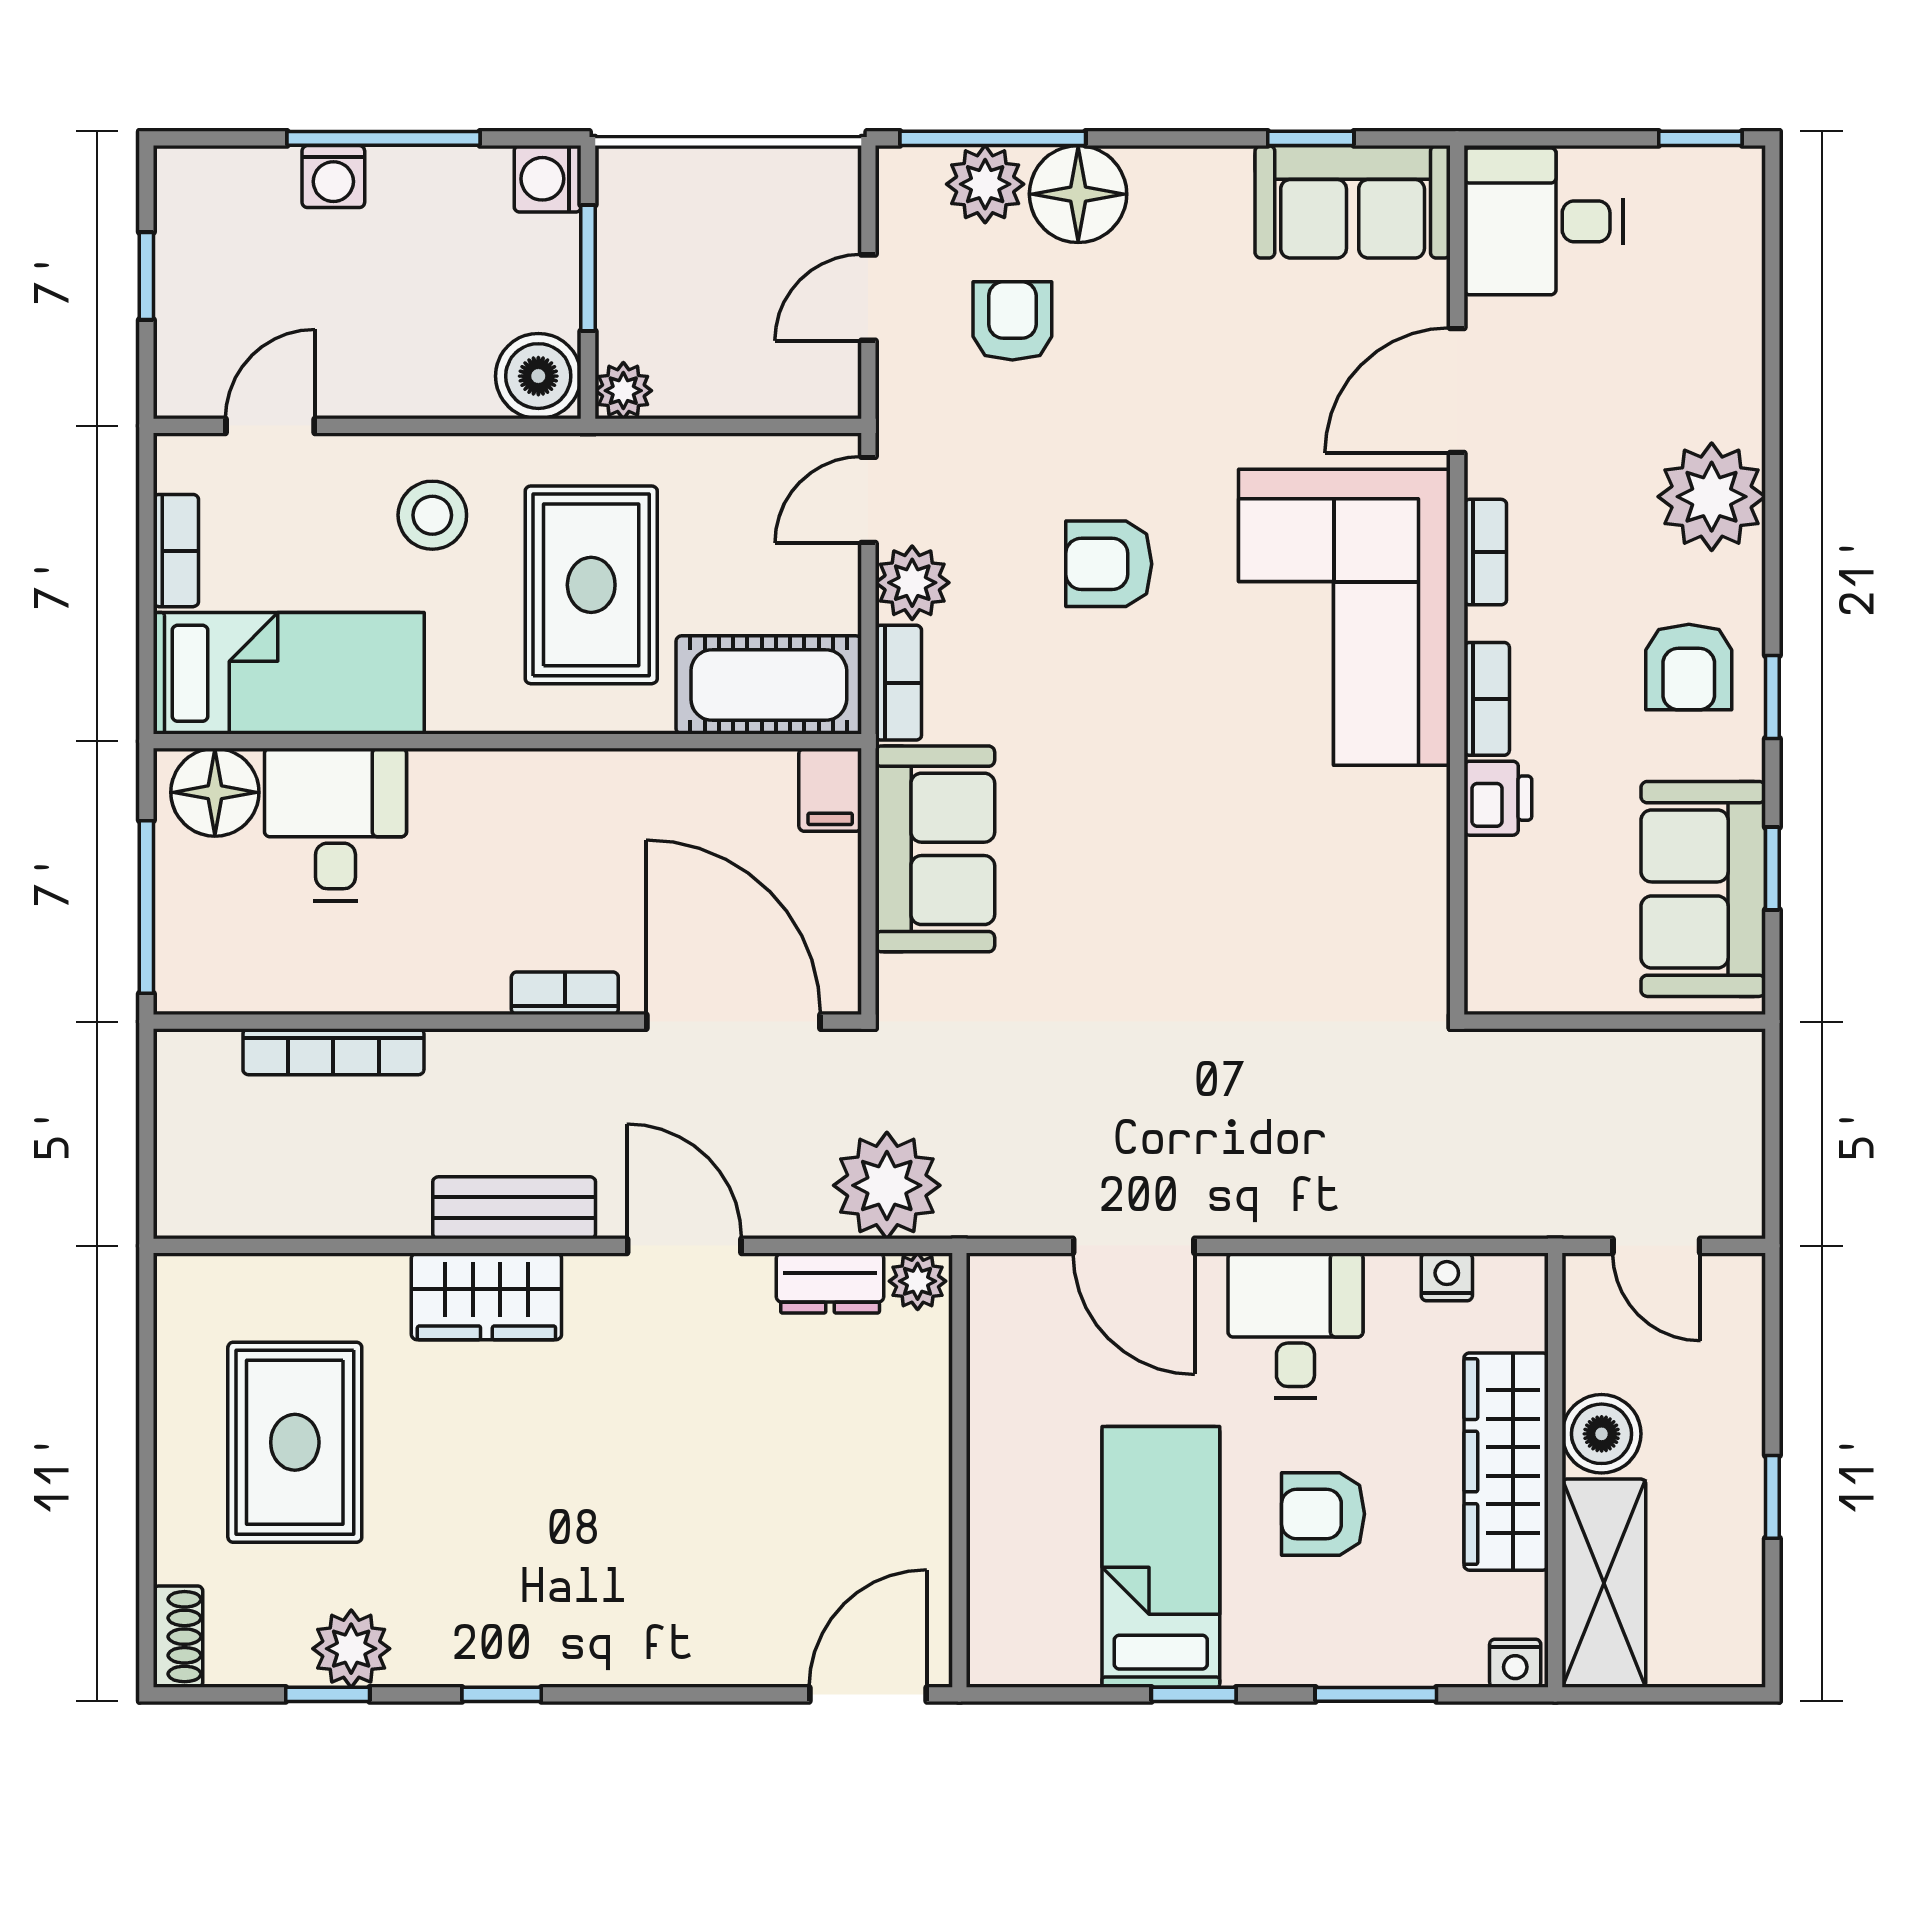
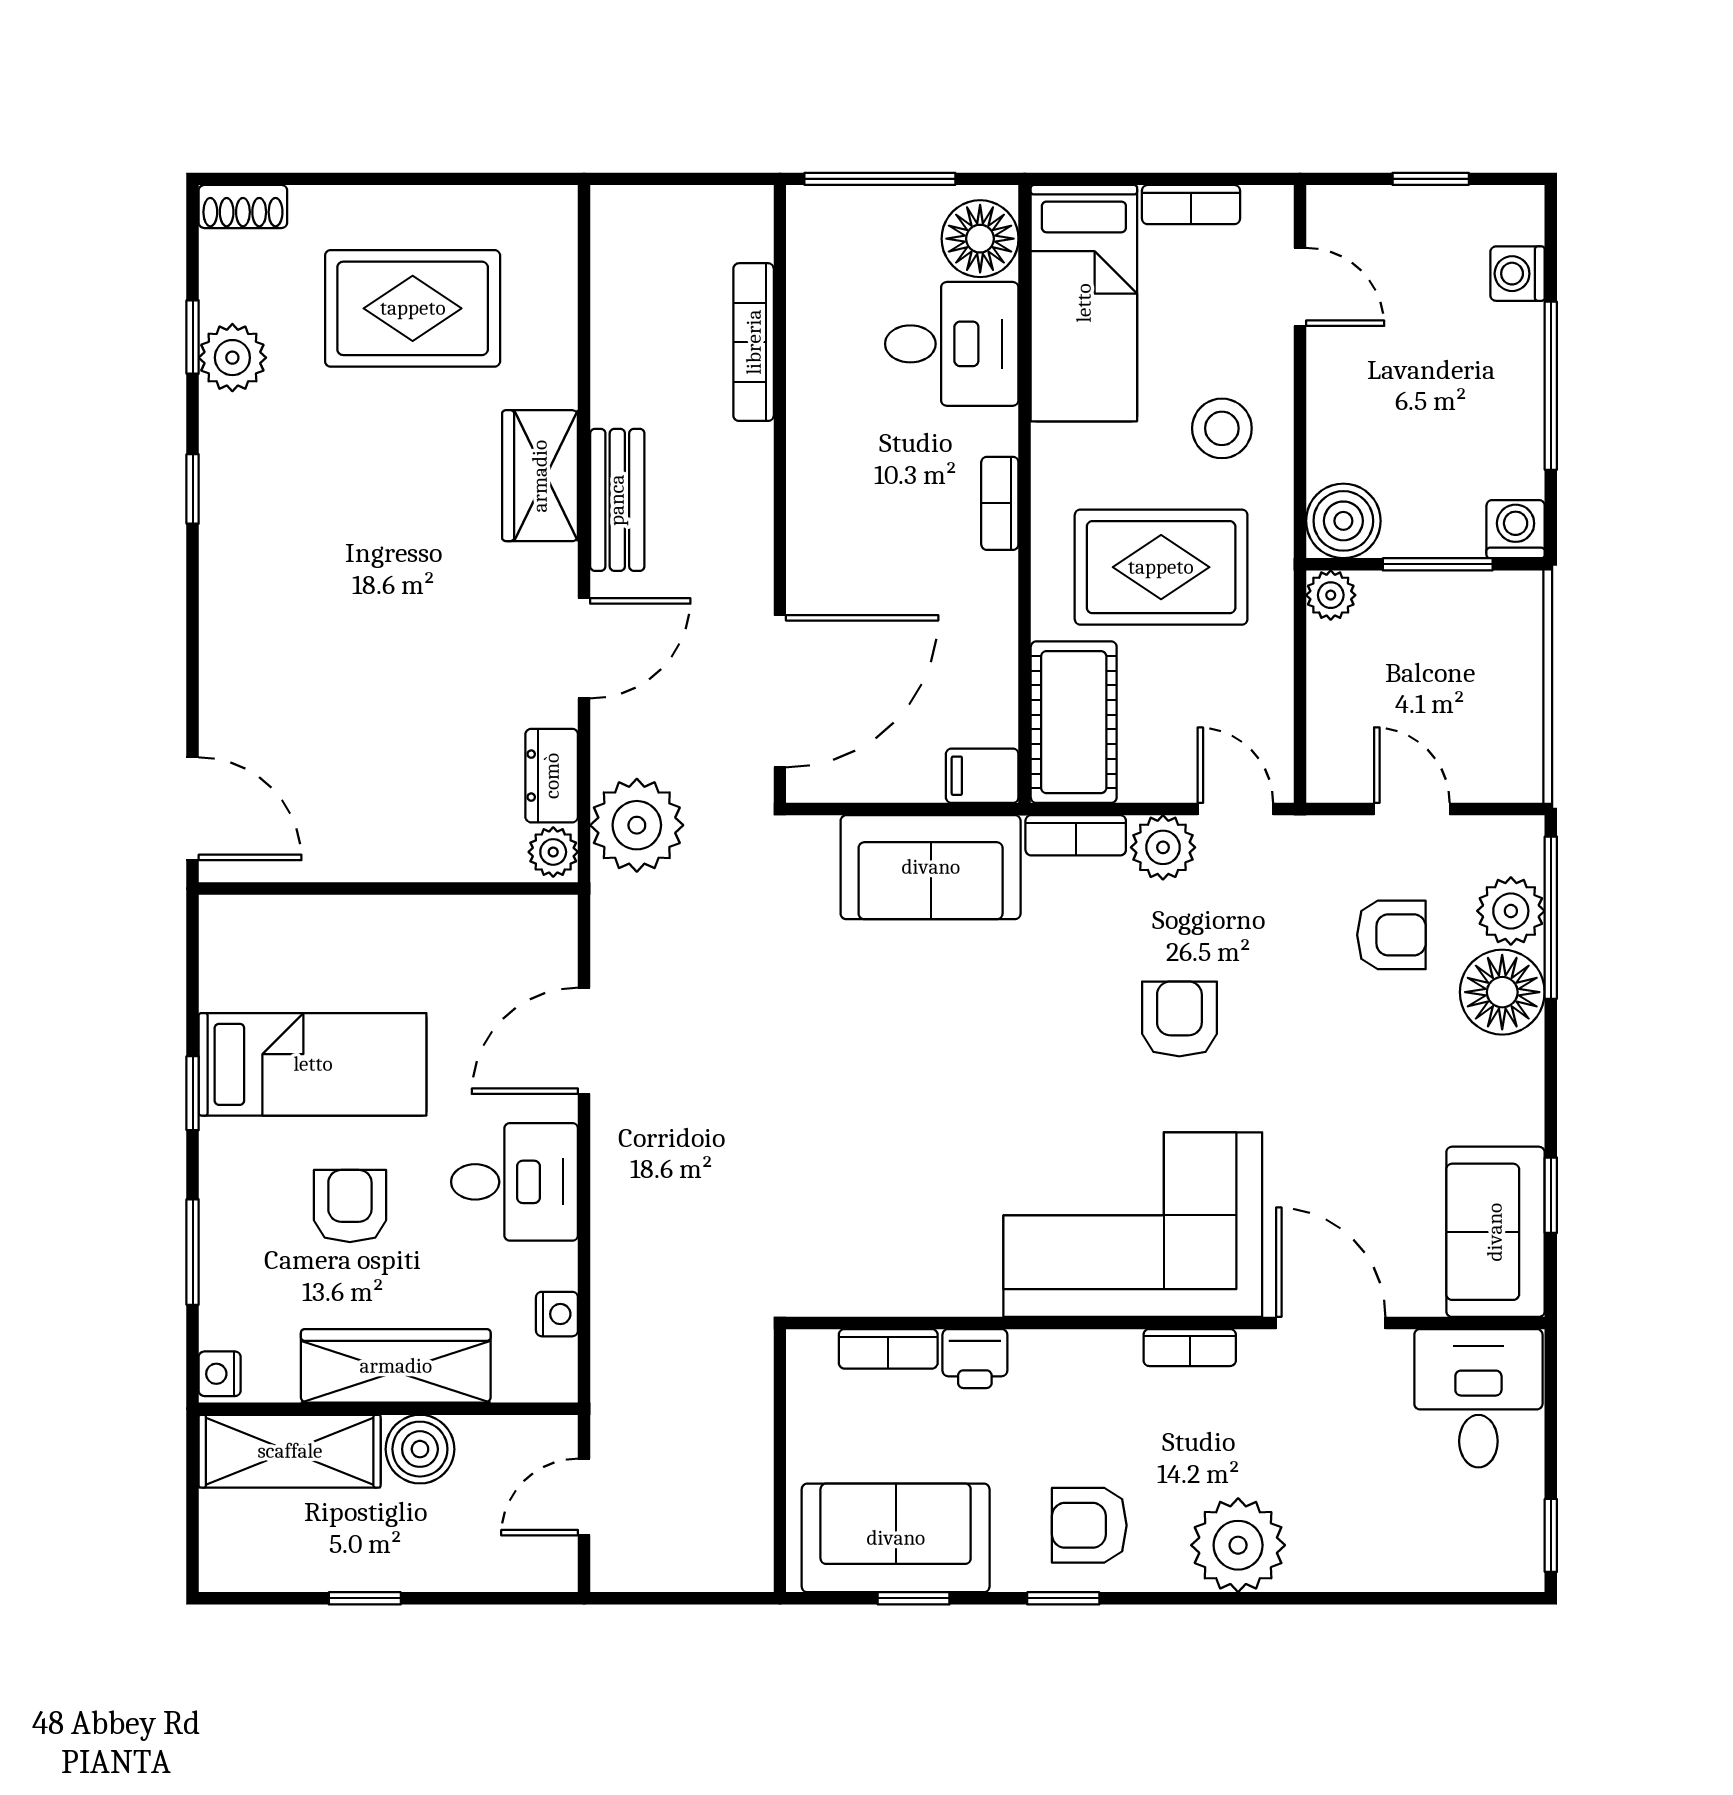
washing machine: (333, 177) -> (1517, 274), moved
bookcase: (1487, 699) -> (888, 1349), moved
bookcase: (565, 993) -> (1000, 503), moved, turned 180

